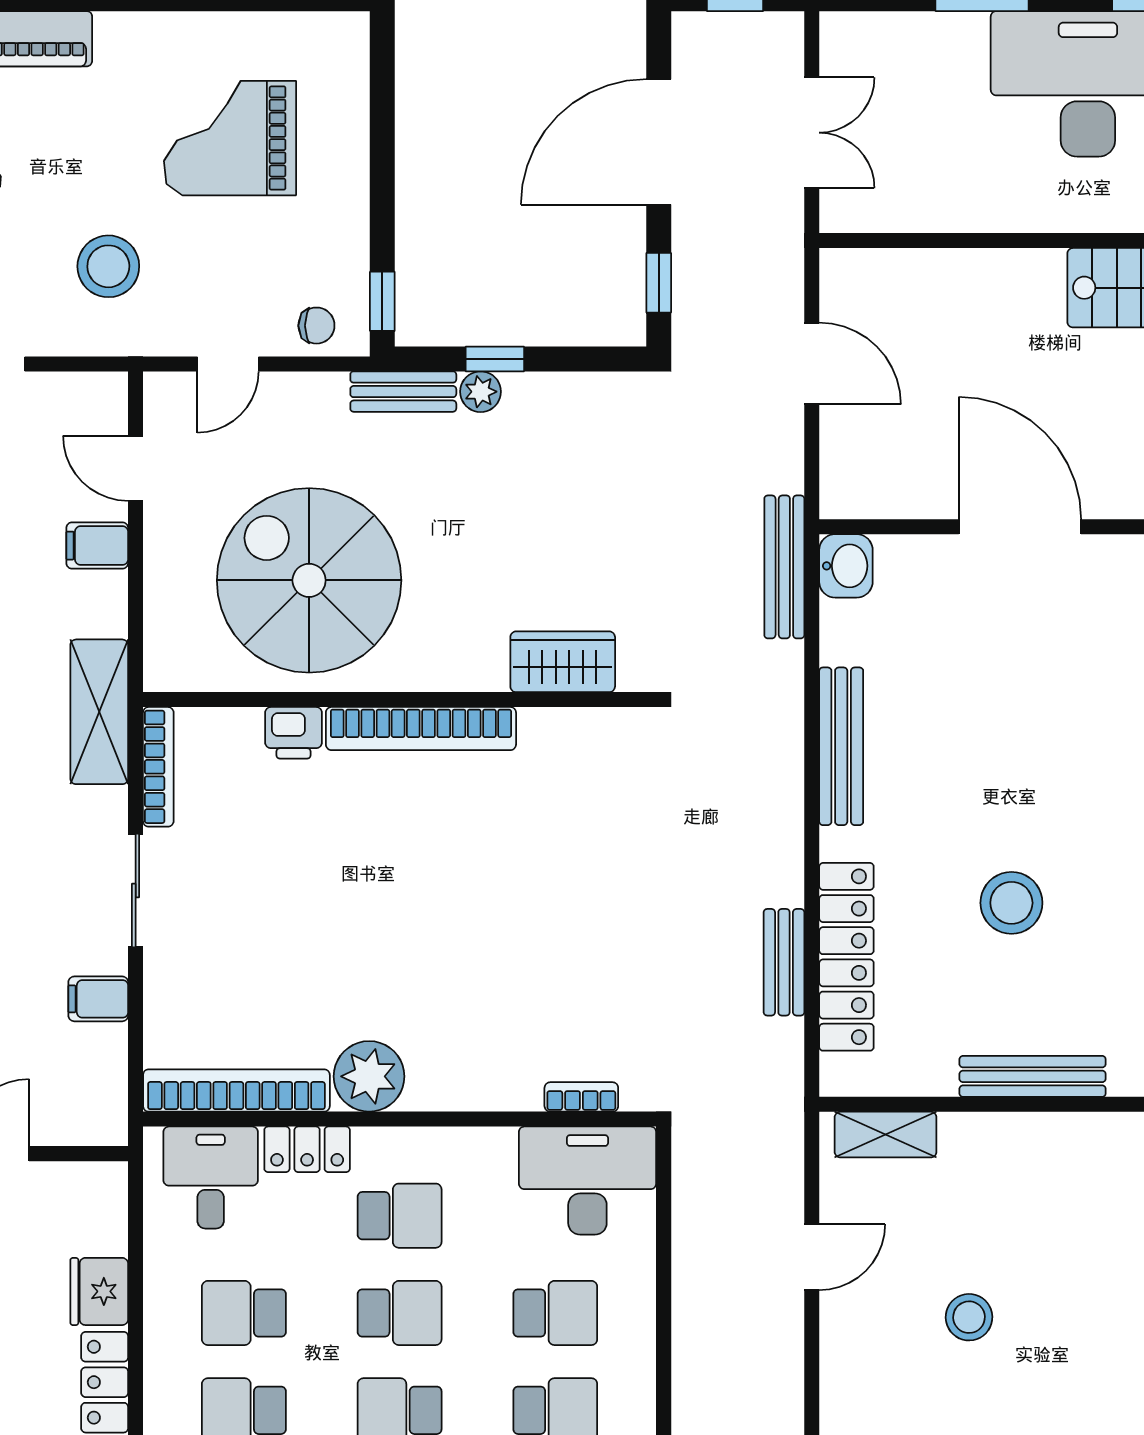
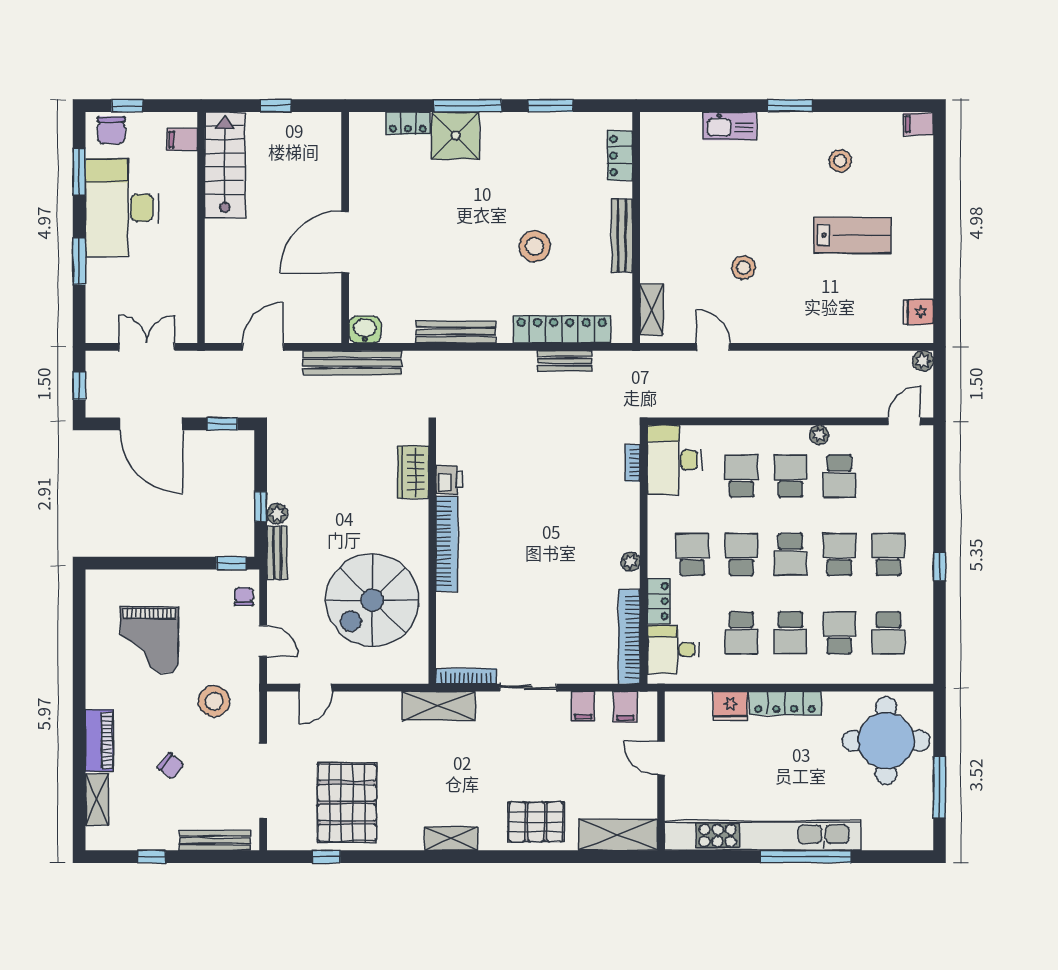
filing cabinet: (97, 546) -> (625, 707), moved
bench: (784, 567) -> (352, 363), width x1.37, depth x1.21
printer: (294, 733) -> (449, 480), moved
plant: (369, 1076) -> (630, 562), width x0.53, depth x0.53

